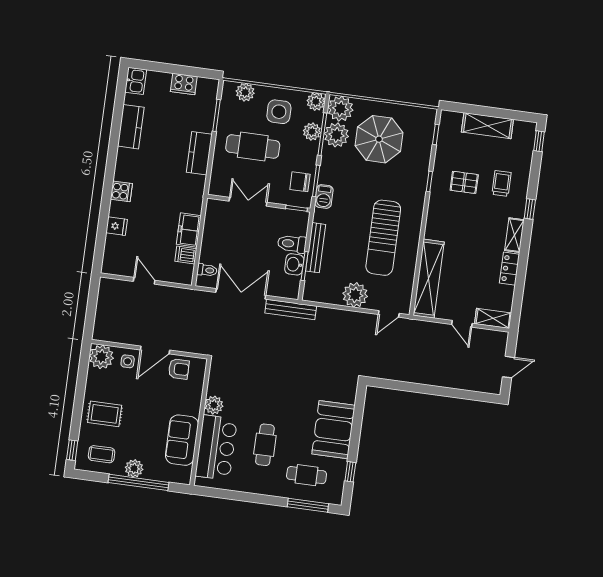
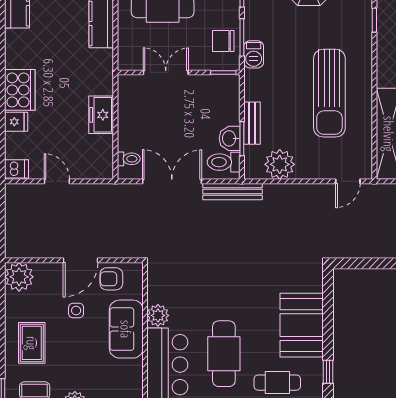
cooker: (121, 191) -> (20, 90), width x1.87, depth x1.31
toilet: (292, 244) -> (224, 162), moved
bench: (316, 248) -> (252, 123), width x0.73
dishwasher: (186, 255) -> (16, 169), moved, turned 180
plant: (355, 295) -> (280, 164), moved
side table: (128, 361) -> (76, 311), moved
armchair: (179, 369) -> (111, 279), turned 180
rug: (105, 414) -> (32, 343), turned 90
sofa: (182, 440) -> (126, 329), moved
cafe table: (265, 445) -> (224, 354), width x1.37, depth x1.35

